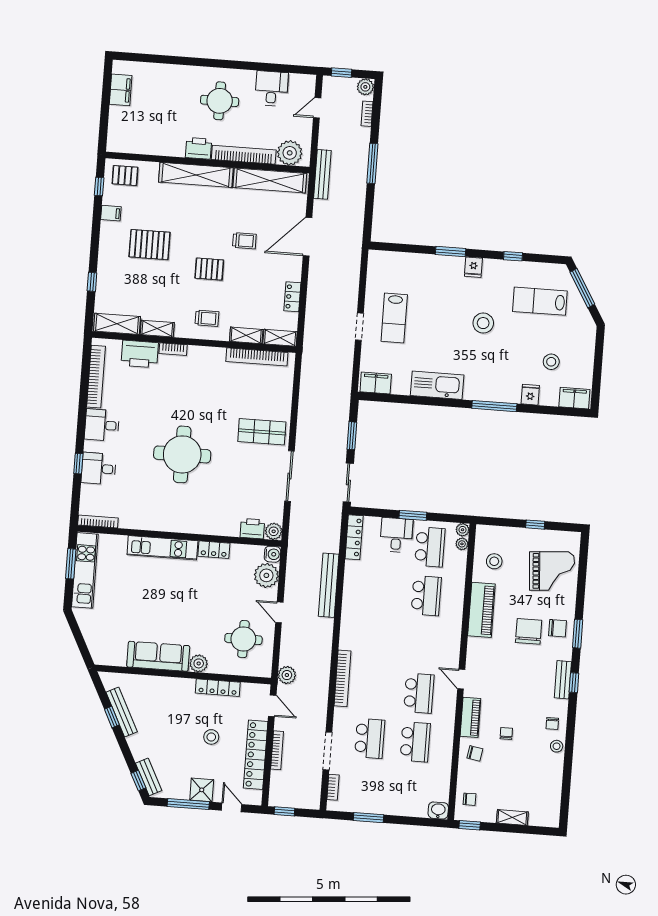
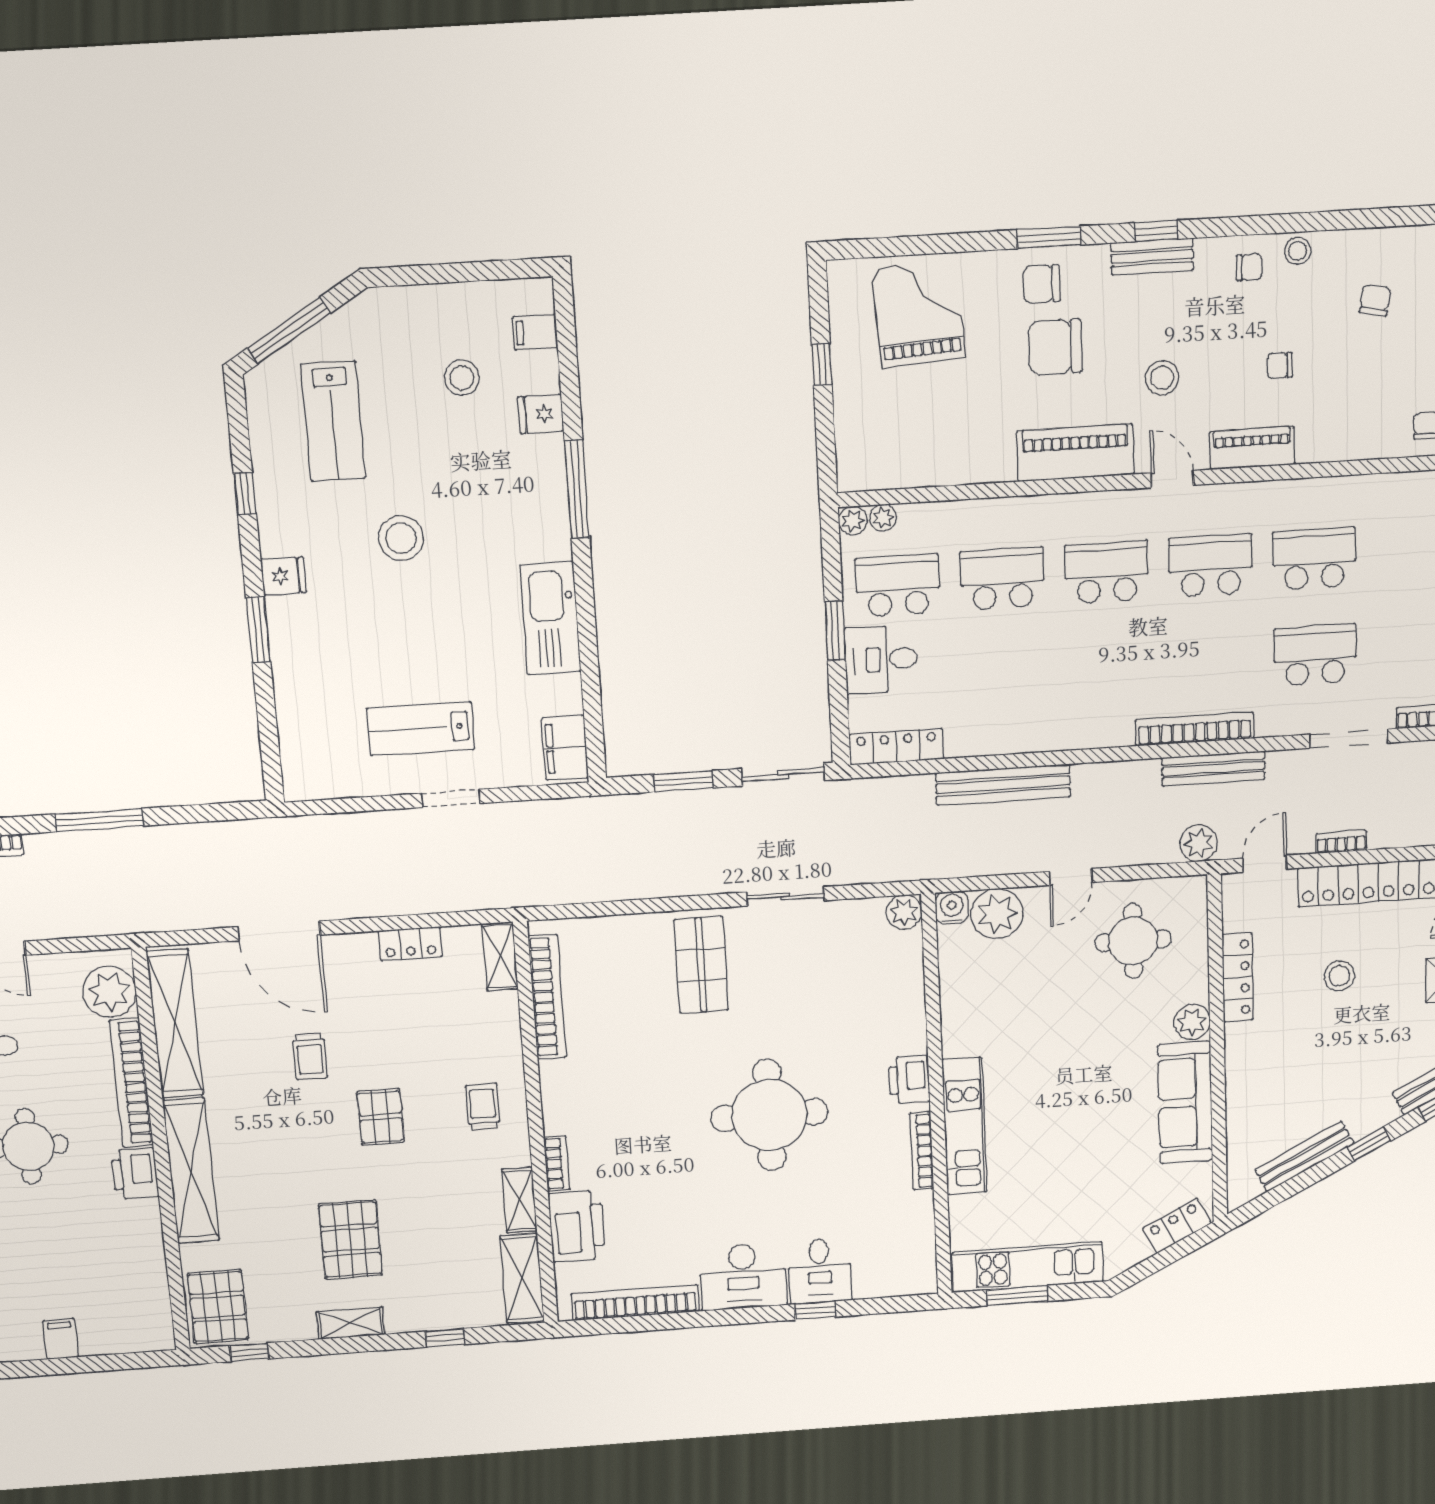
filing cabinet: (121, 90) -> (61, 1339), width x0.50
bench: (322, 174) -> (1213, 769), moved
pallet: (125, 176) -> (218, 1307), width x1.50, depth x1.42
filing cabinet: (111, 213) -> (300, 1322), removed
trolley: (244, 241) -> (310, 1056), turned 180
lab bench: (394, 318) -> (421, 729), turned 180
shelving: (246, 335) -> (351, 1323), moved, turned 90
filing cabinet: (574, 398) -> (535, 332), width x0.50
desk: (102, 425) -> (743, 1276), width x1.37
sliding door: (290, 476) -> (785, 896), width x0.73
bookcase: (98, 522) -> (922, 1151), moved
printer: (252, 529) -> (909, 1080), moved
locker: (214, 550) -> (1177, 1226), moved, turned -117
stool: (494, 561) -> (1162, 378), moved
piano: (481, 610) -> (1075, 453), moved
chair: (557, 628) -> (1041, 284), turned -90
school desk: (422, 644) -> (1107, 572), added
door: (461, 679) -> (1172, 479), swing flipped
window: (112, 717) -> (1369, 1144), moved
bookcase: (277, 750) -> (1341, 842), width x0.64
chair: (475, 753) -> (1375, 300), moved

